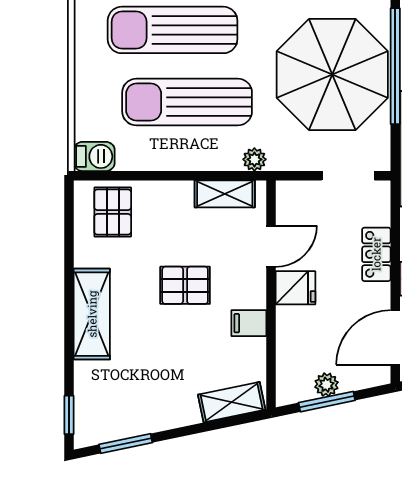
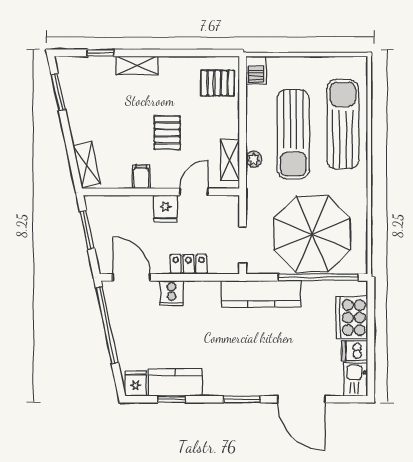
sun lounger: (187, 102) -> (293, 134), turned 180
plant: (254, 159) -> (254, 159), moved
door: (271, 246) -> (194, 192), swing flipped
shelving: (92, 314) -> (137, 66), width x0.67, depth x0.75
plant: (326, 385) -> (99, 230), removed
window: (69, 415) -> (100, 53), moved

